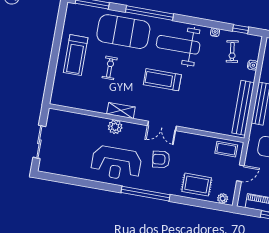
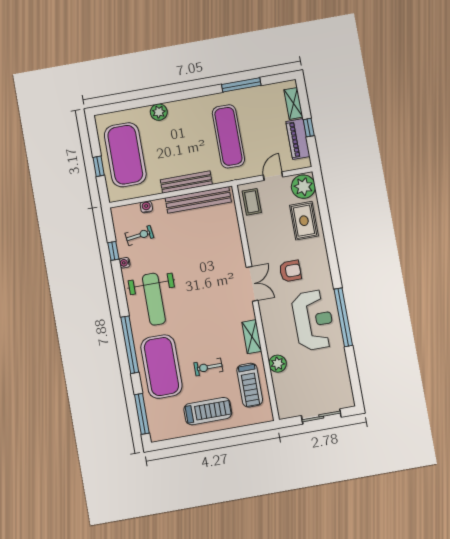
window: (241, 29) -> (113, 251), moved
treadmill: (162, 80) -> (250, 385), moved
plant: (115, 127) -> (278, 364), moved
armchair: (161, 159) -> (290, 271), turned -83
door: (240, 173) -> (273, 176), hinge flipped
window: (145, 194) -> (343, 317), moved
plant: (223, 198) -> (303, 187), width x1.88, depth x1.88

